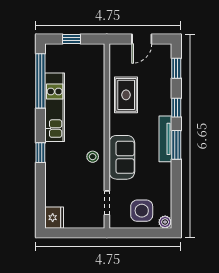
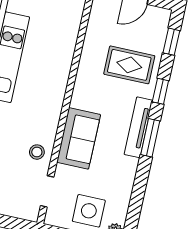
rug: (126, 95) -> (129, 65), moved, turned 90
stool: (93, 157) -> (37, 152), moved

